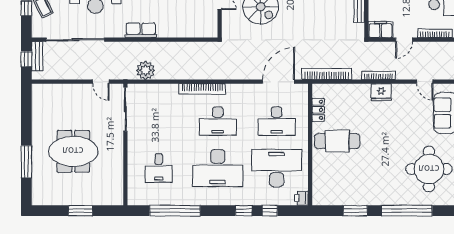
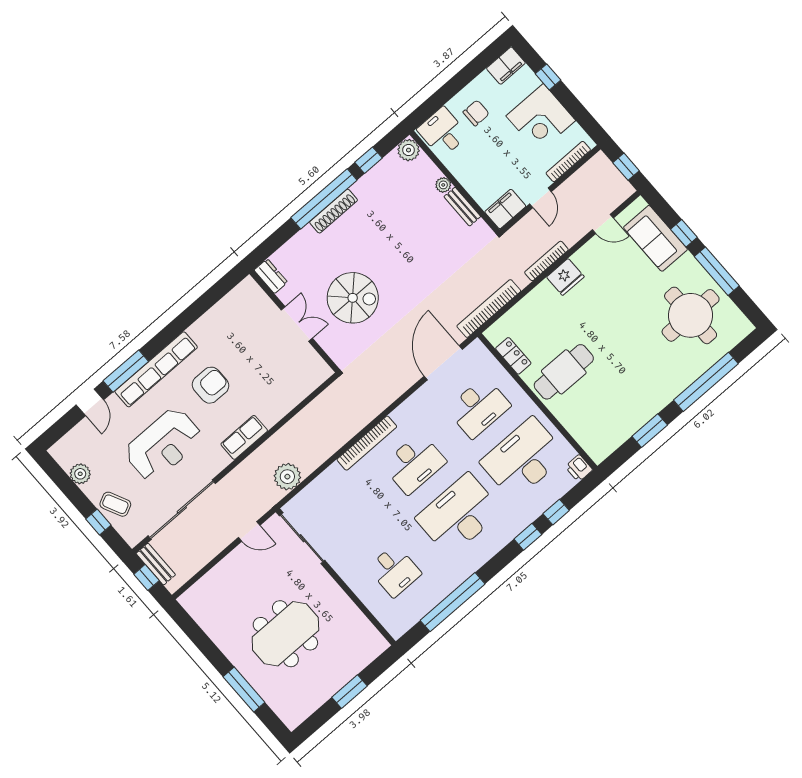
desk: (218, 168) -> (459, 515), turned 180

